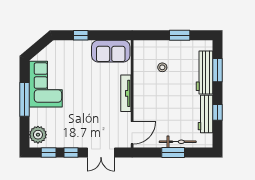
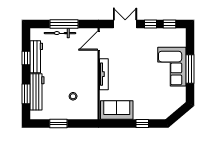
corner sofa: (46, 84) -> (172, 67), moved
plant: (38, 135) -> (179, 39), removed
window: (173, 153) -> (64, 24), width x1.44

